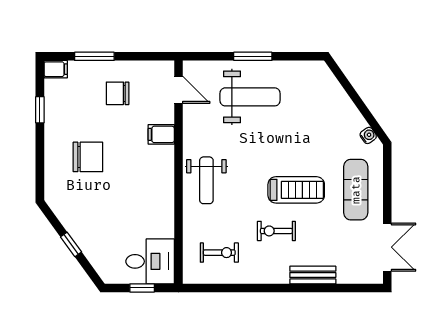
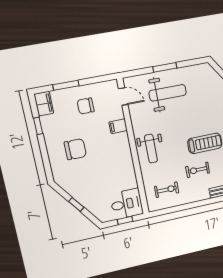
filing cabinet: (56, 69) -> (44, 104), width x2.00

